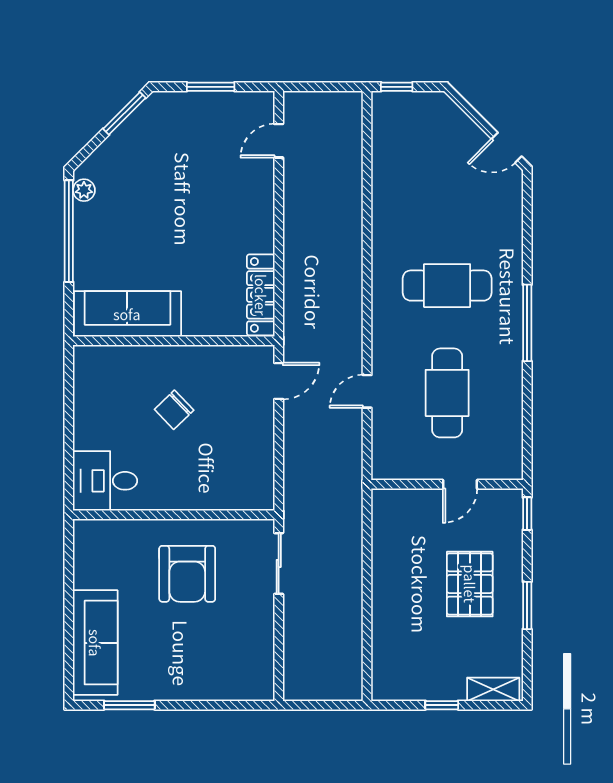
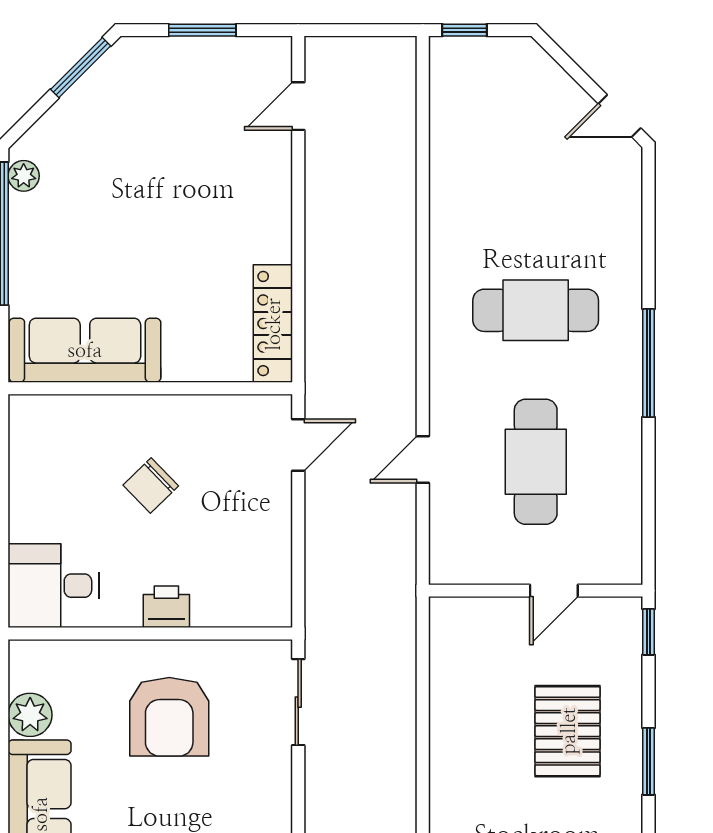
printer: (185, 496) -> (166, 607), added
plant: (88, 572) -> (30, 715), added

